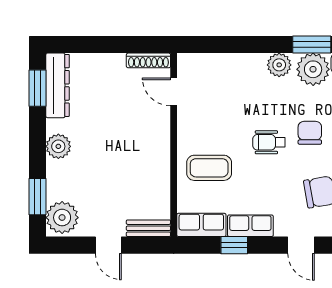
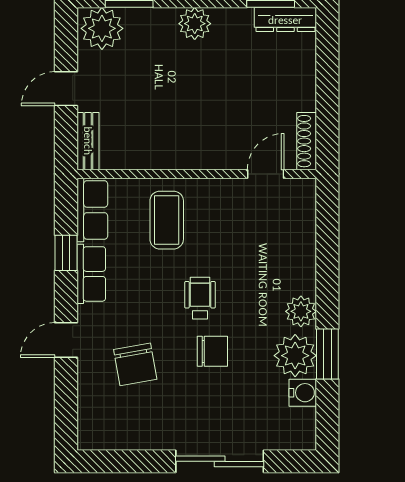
dresser: (57, 85) -> (285, 20), width x0.73, depth x0.80

